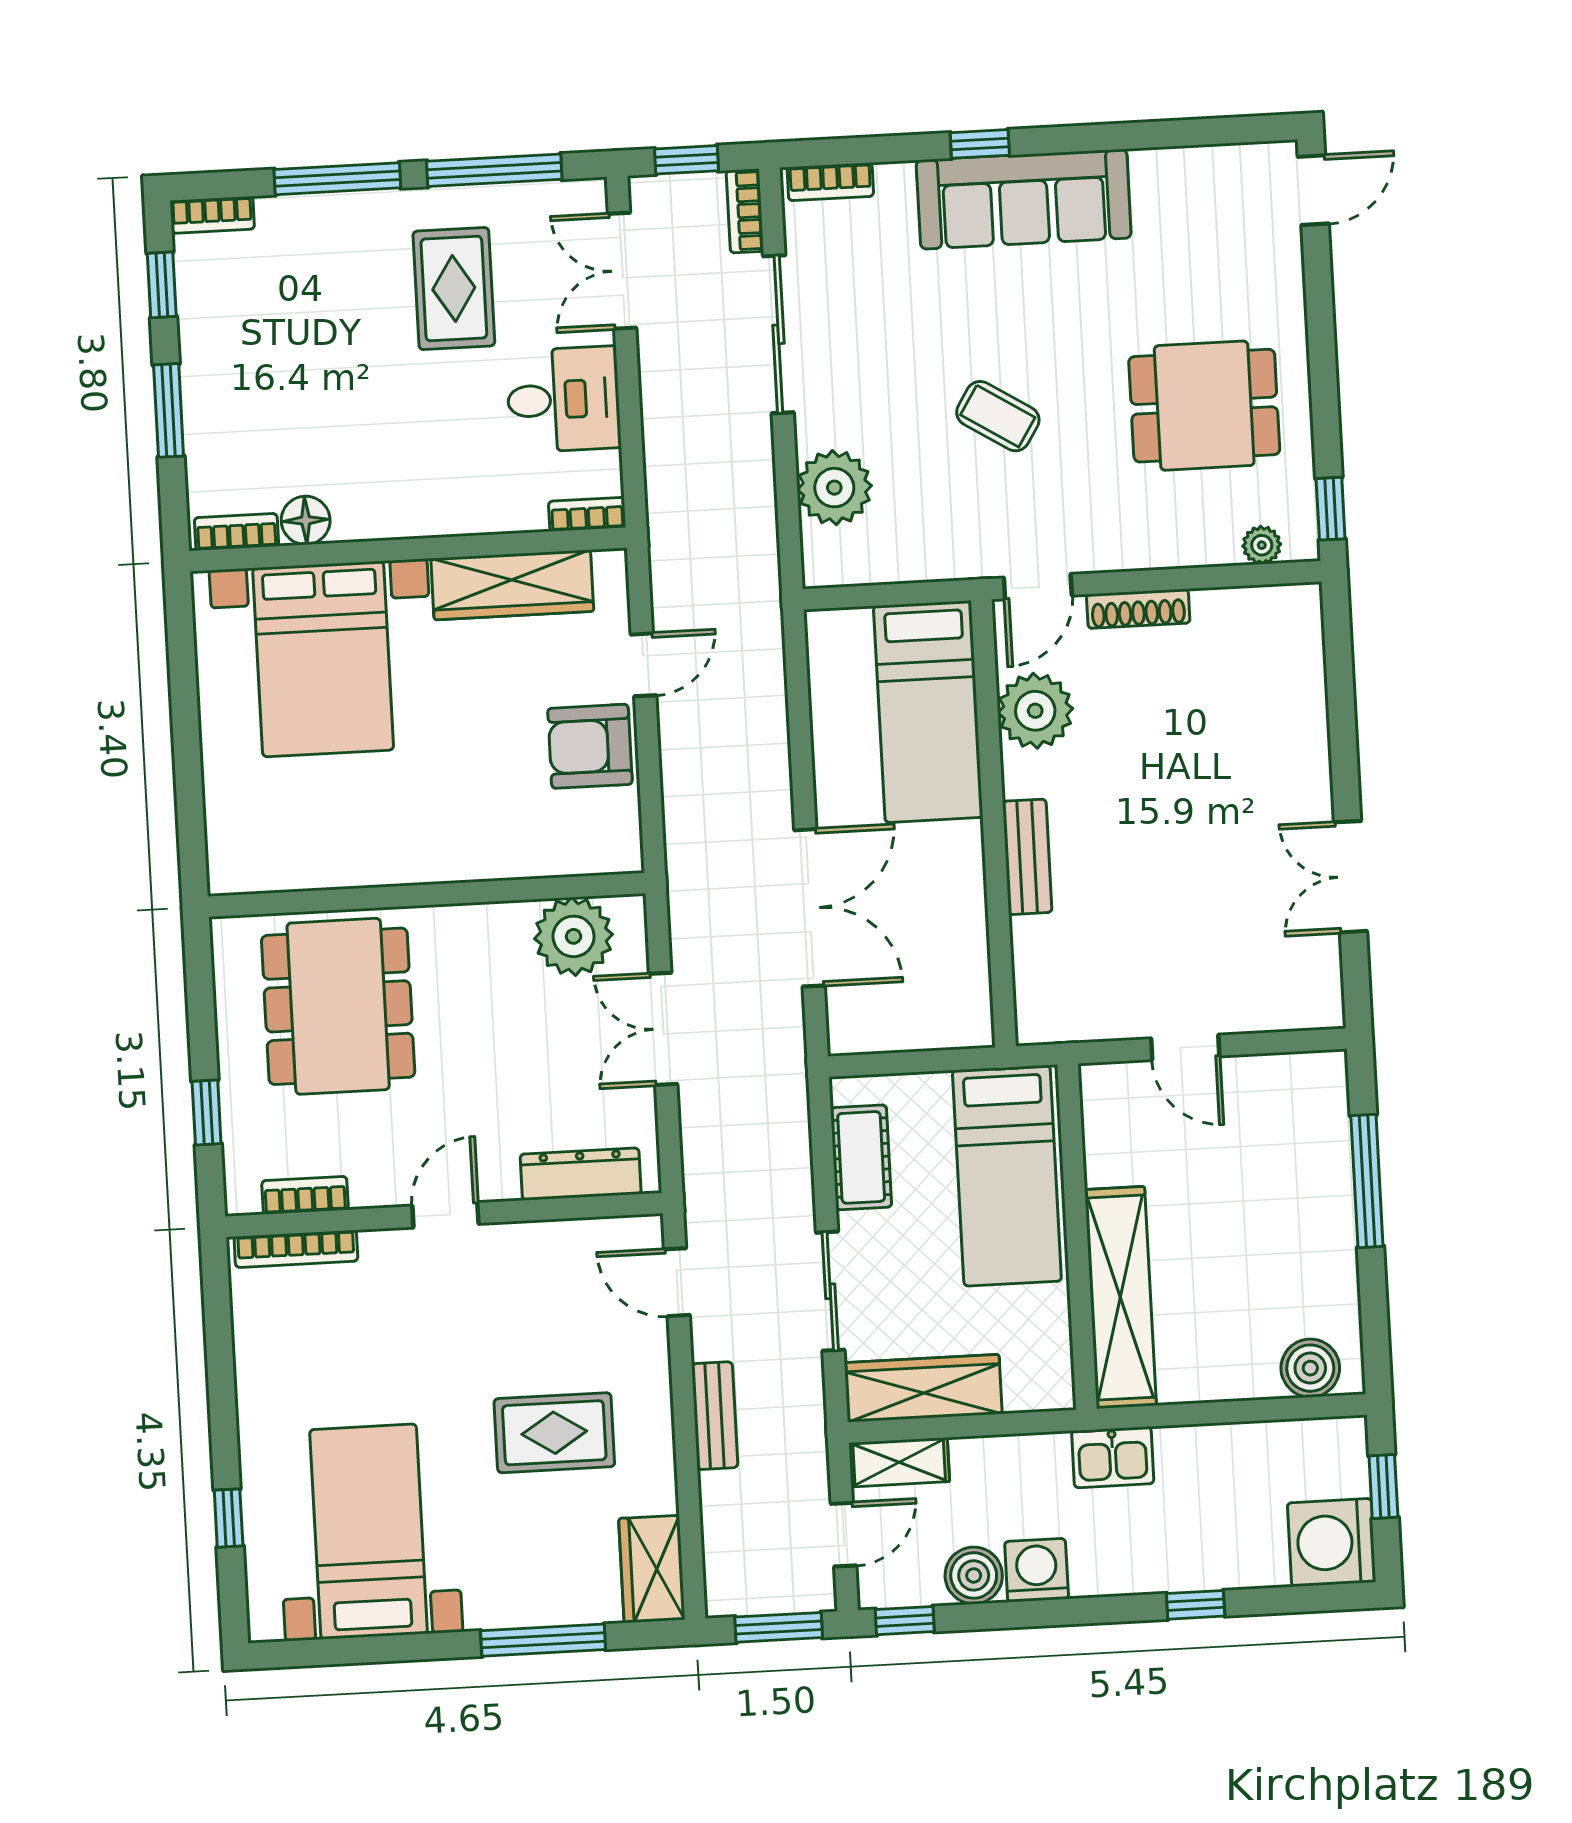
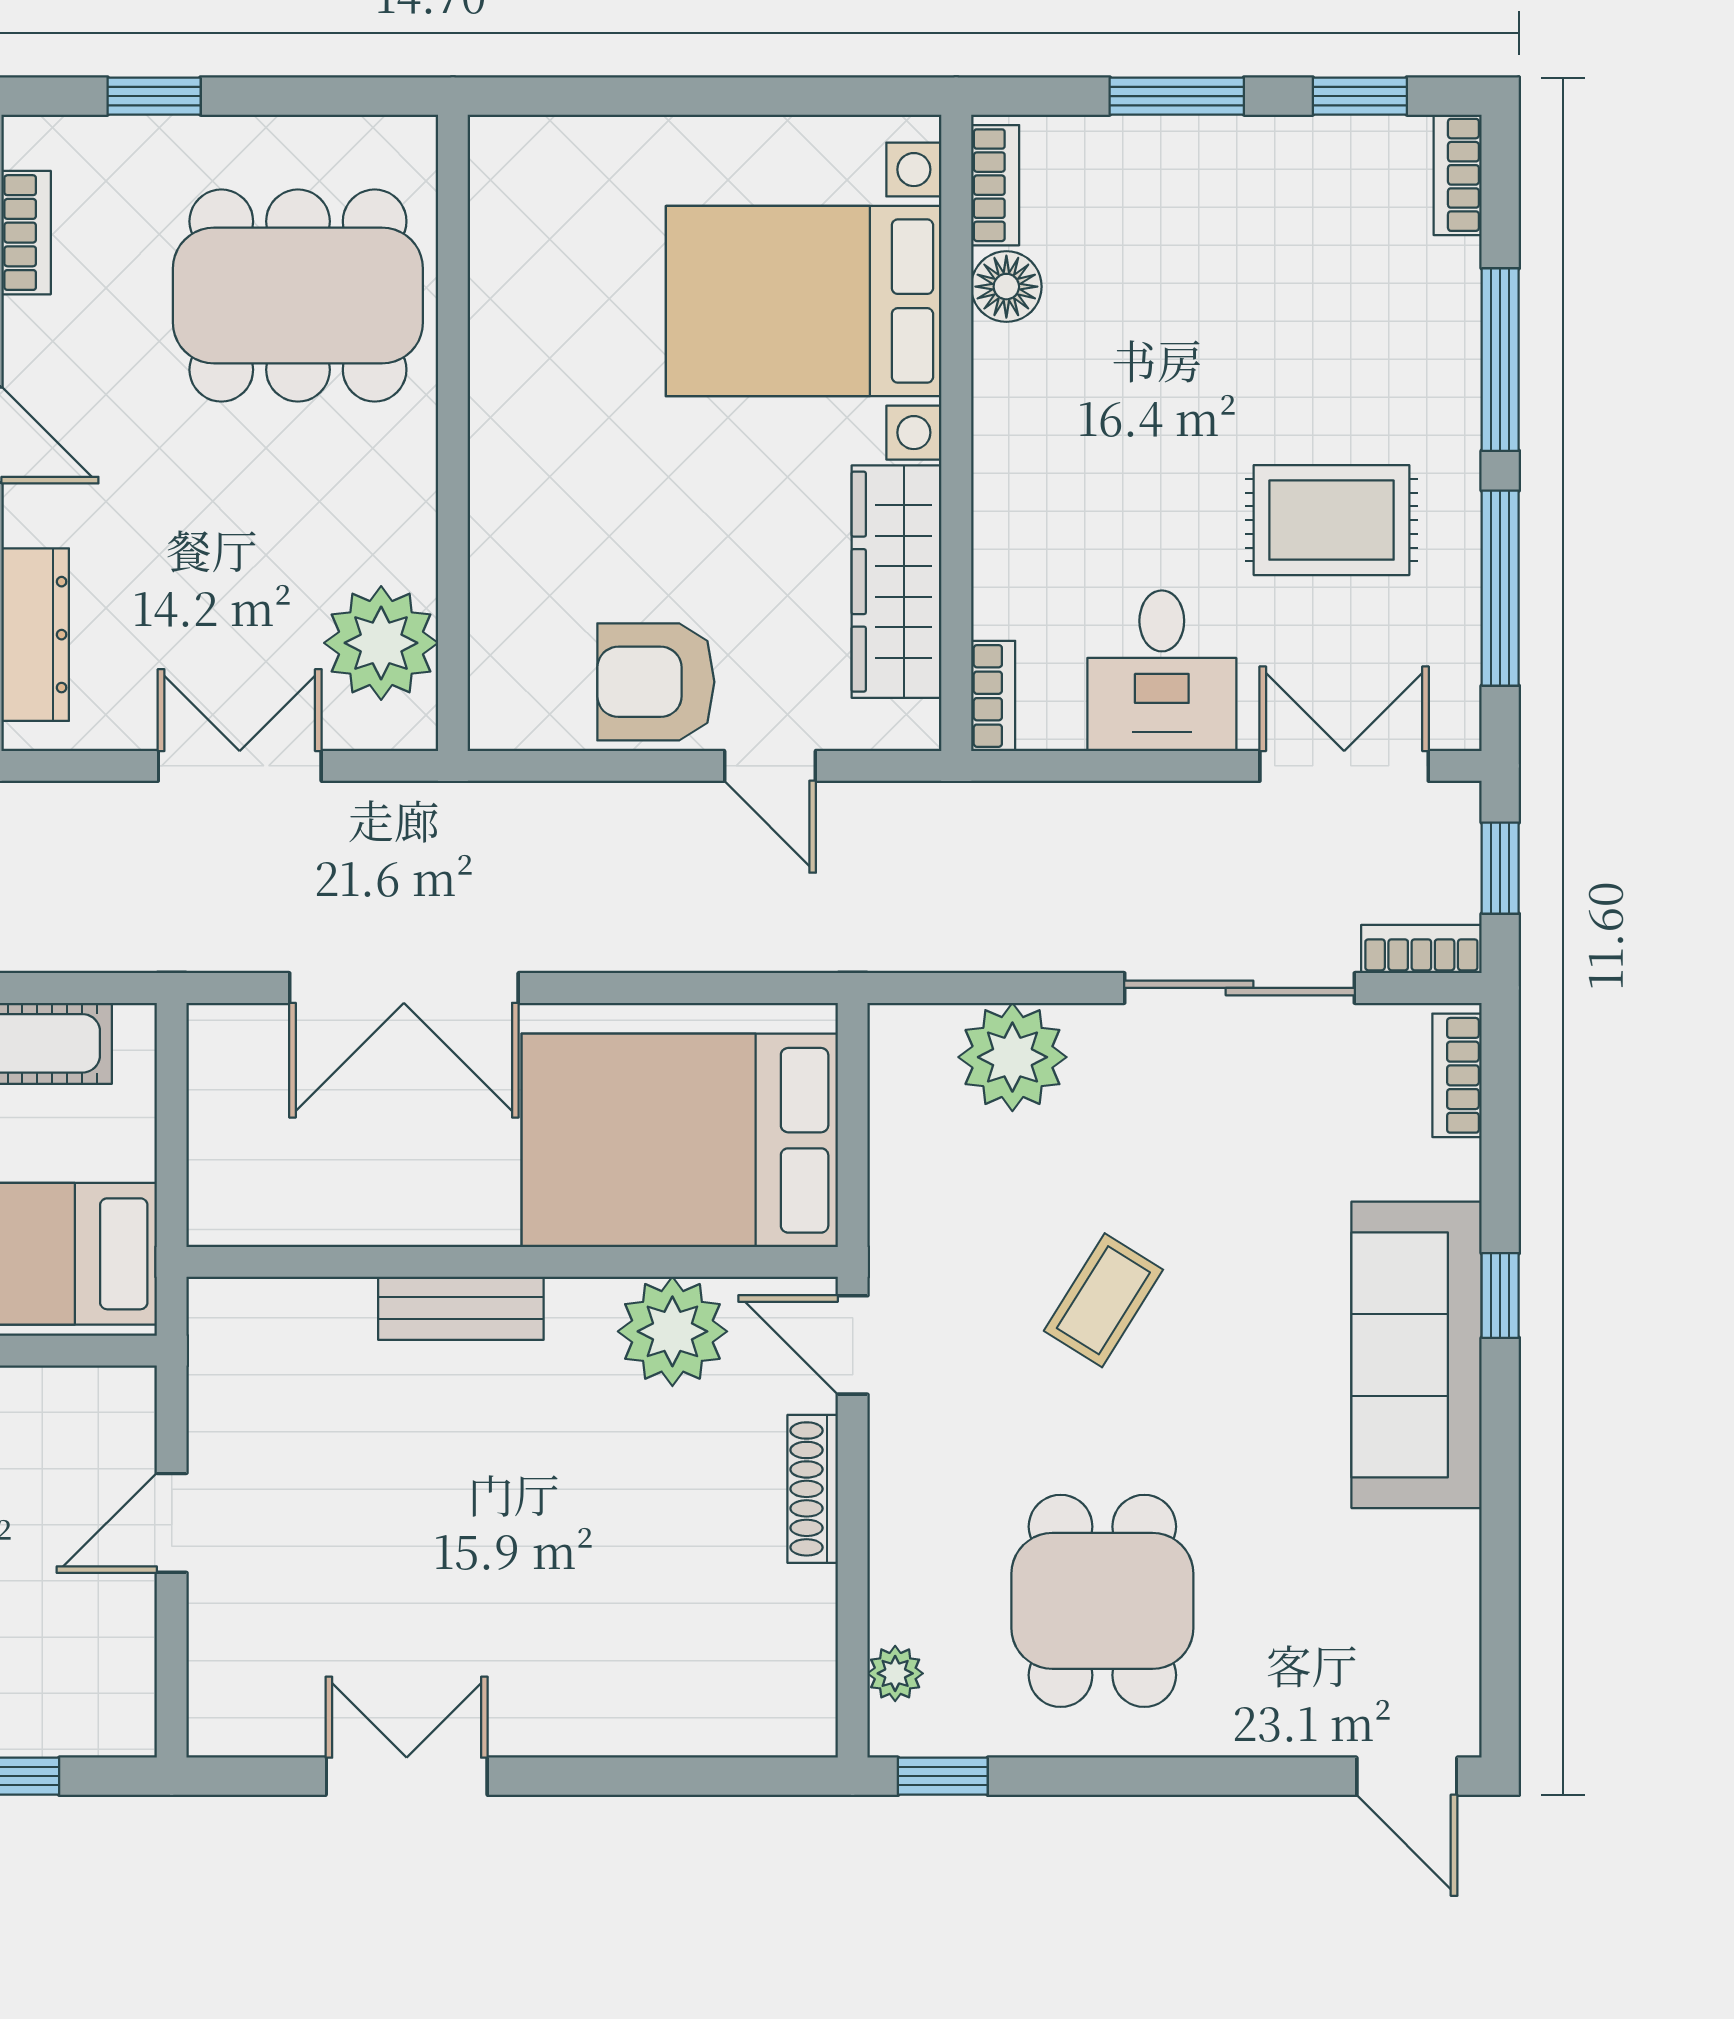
bed: (928, 712) -> (680, 1140), width x1.50
armchair: (590, 746) -> (656, 682), turned -90

